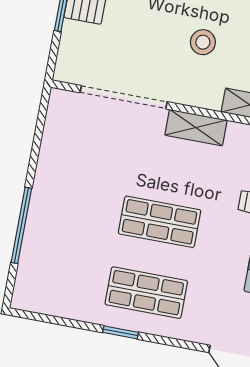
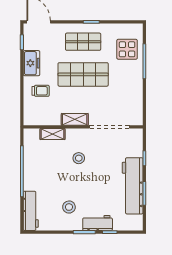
shop shelf: (160, 222) -> (83, 74), width x1.43, depth x1.36
display table: (54, 258) -> (127, 49), added

